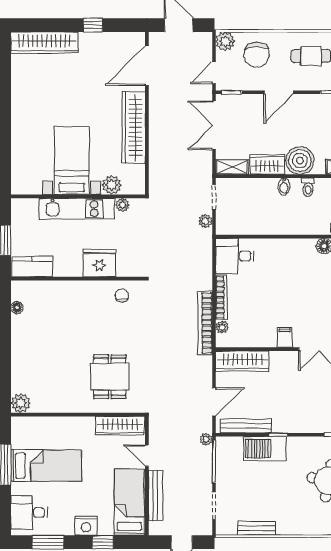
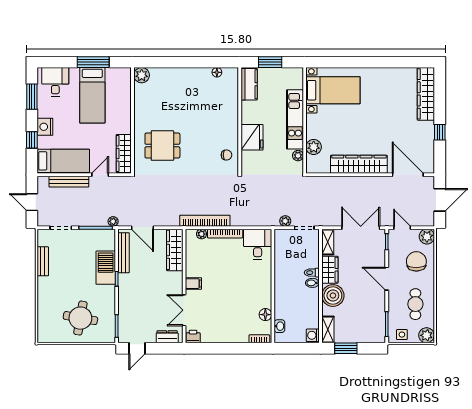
chair: (257, 55) -> (416, 261), turned 89
bed with nightstands: (72, 160) -> (333, 90), moved
toilet: (308, 187) -> (312, 273), moved

